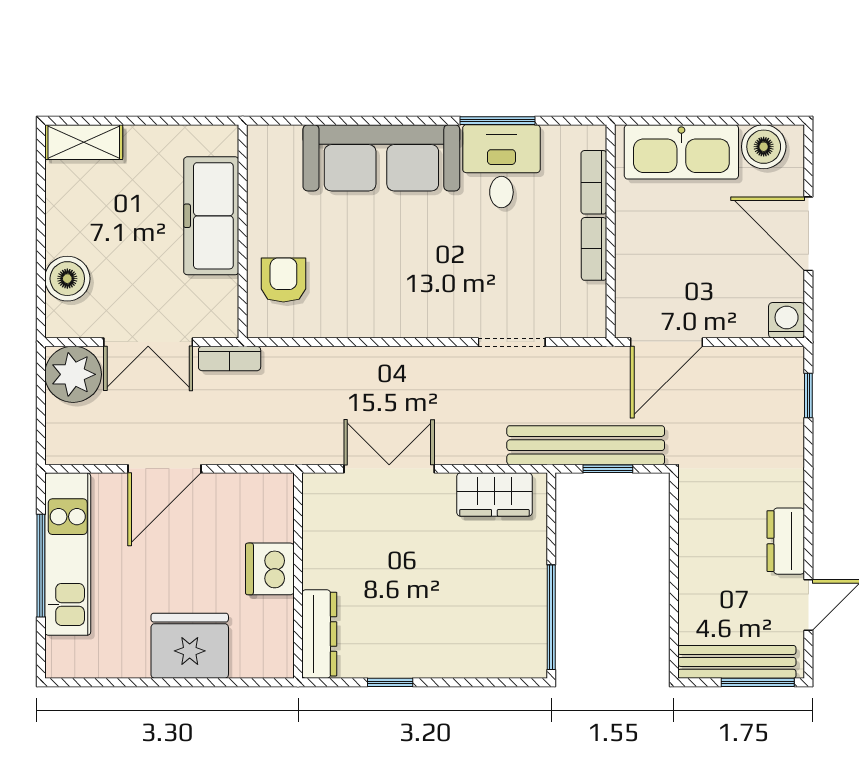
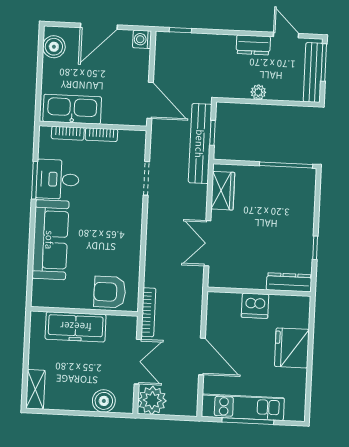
kitchen sink: (681, 152) -> (72, 109), moved, turned -90
armchair: (283, 280) -> (110, 292), width x1.38, depth x1.38
bookcase: (230, 358) -> (148, 312), width x1.56
plant: (693, 556) -> (258, 92), added

